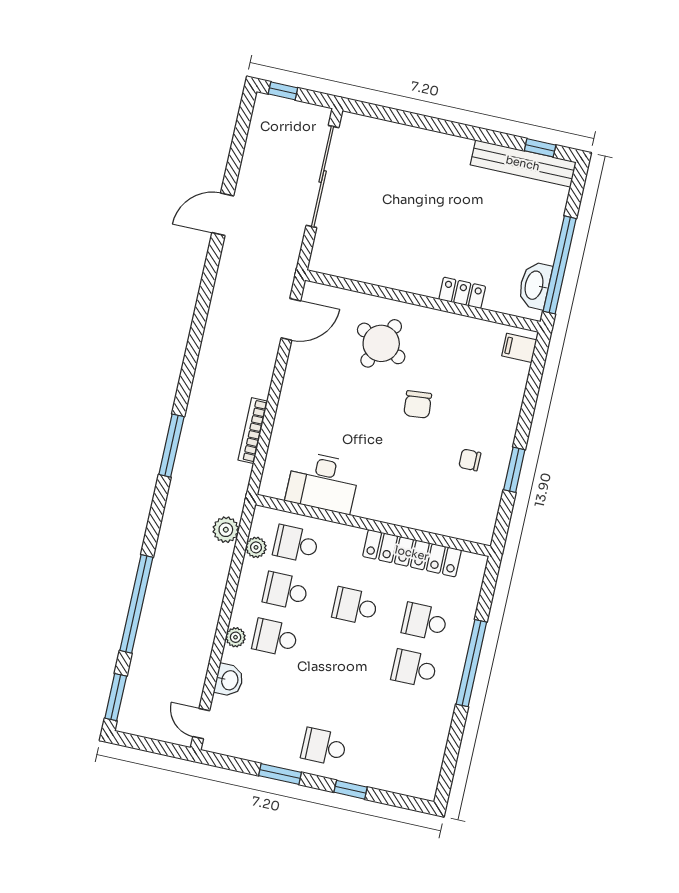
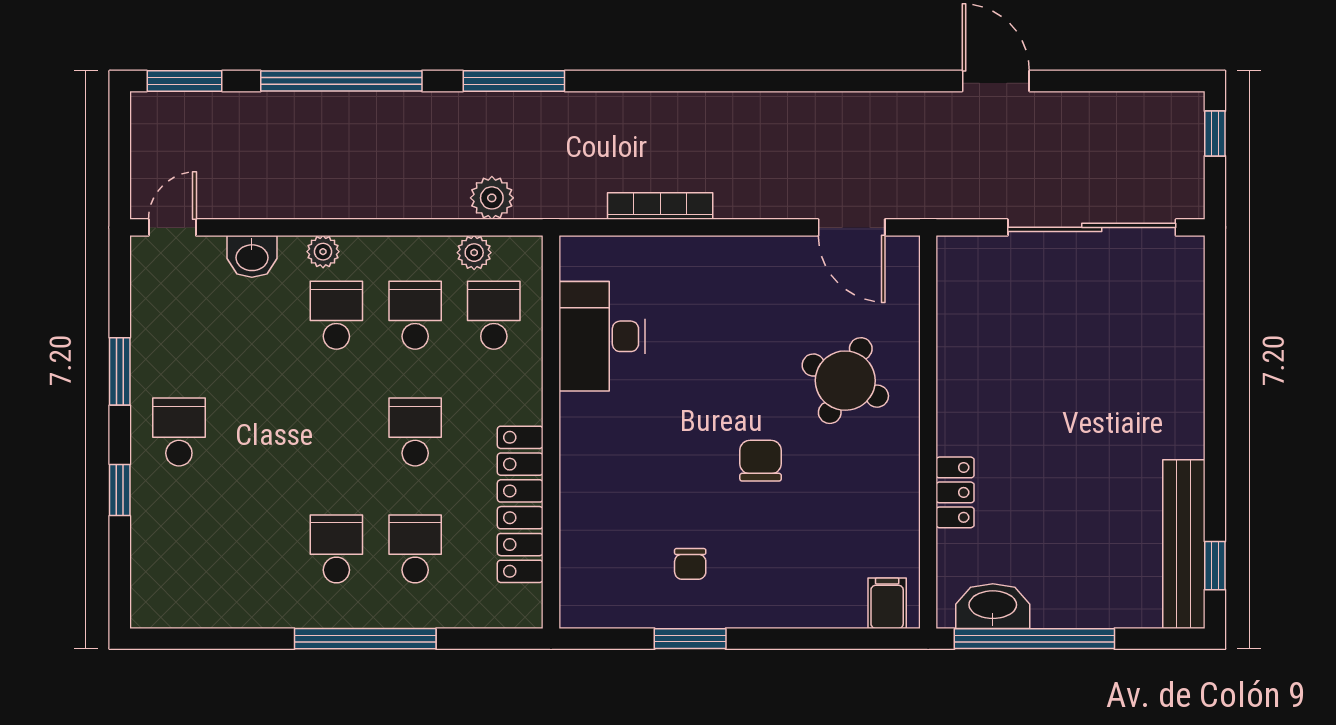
chair: (418, 404) -> (761, 461), turned 95
window: (171, 446) -> (514, 81), moved
chair: (470, 460) -> (690, 564), turned 180

